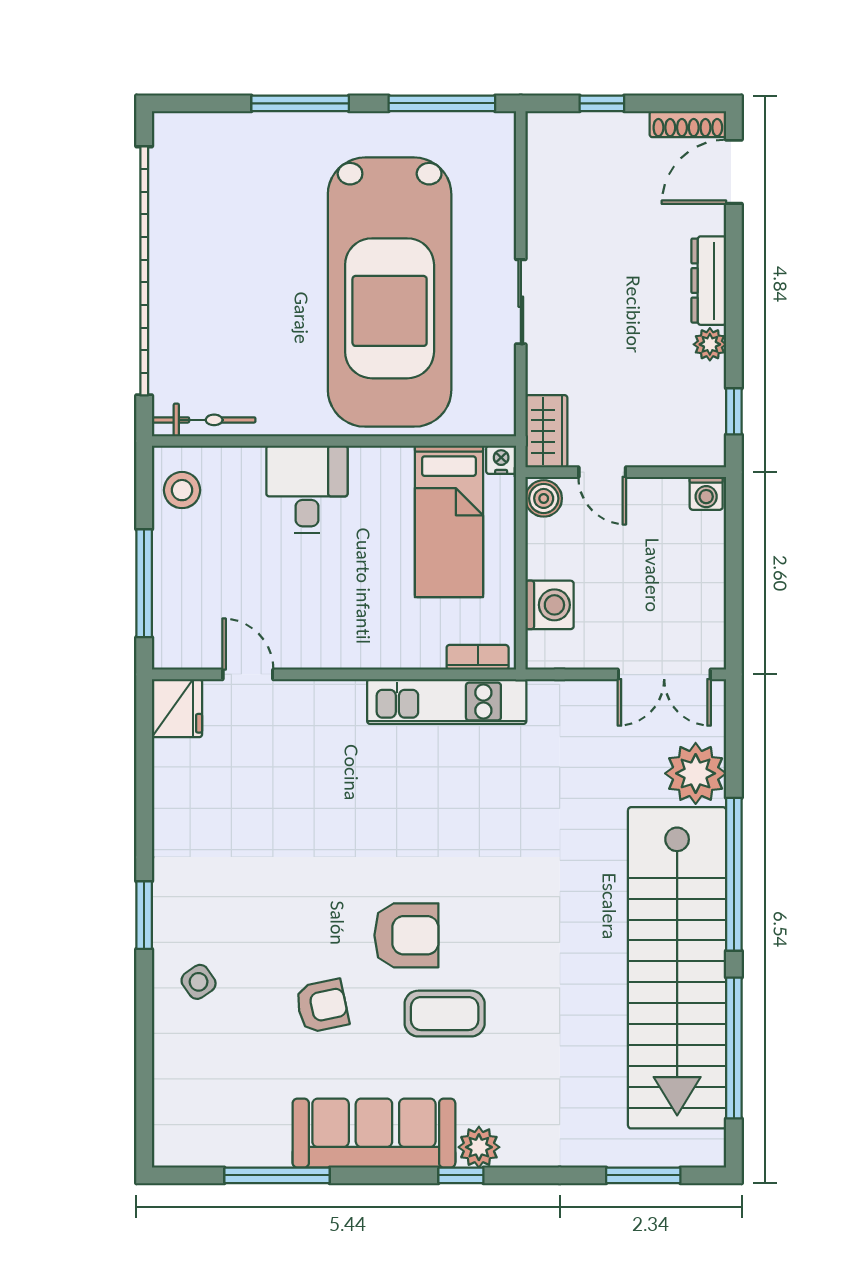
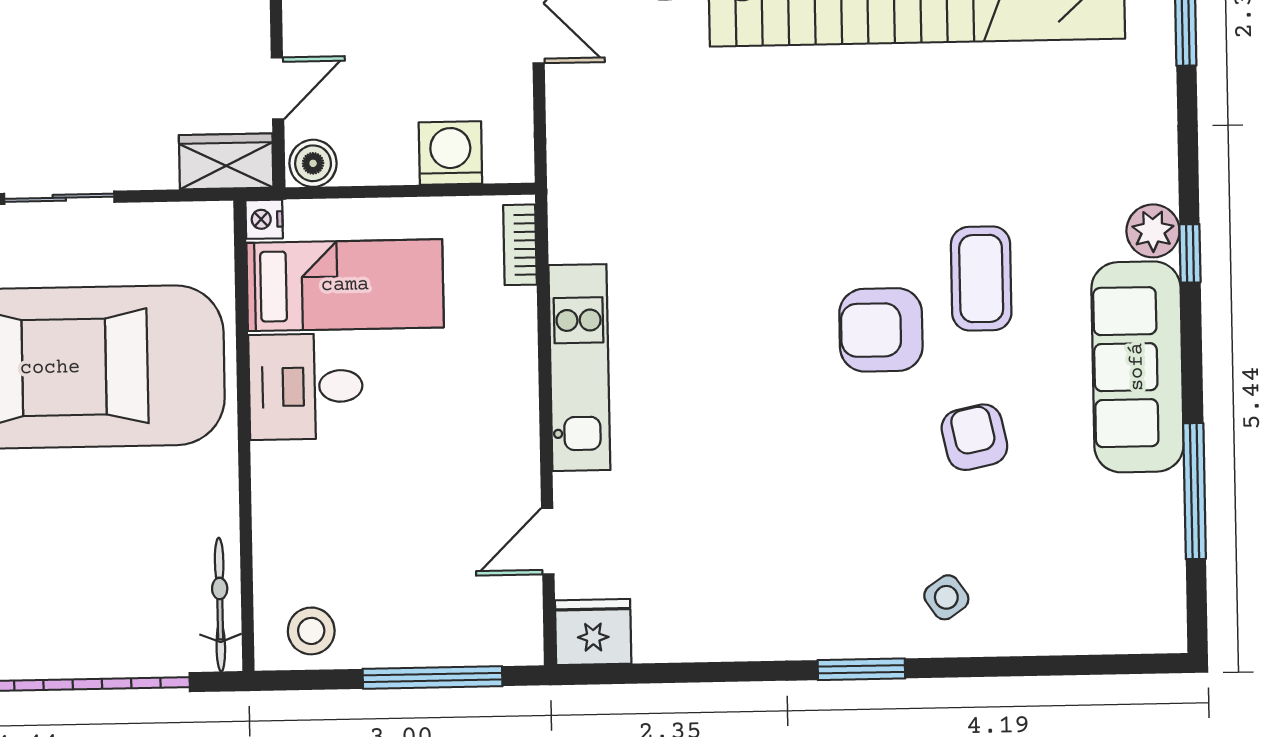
desk: (307, 489) -> (306, 387), moved
kitchen unit: (447, 702) -> (579, 368), moved
armchair: (406, 935) -> (881, 330), turned -90

